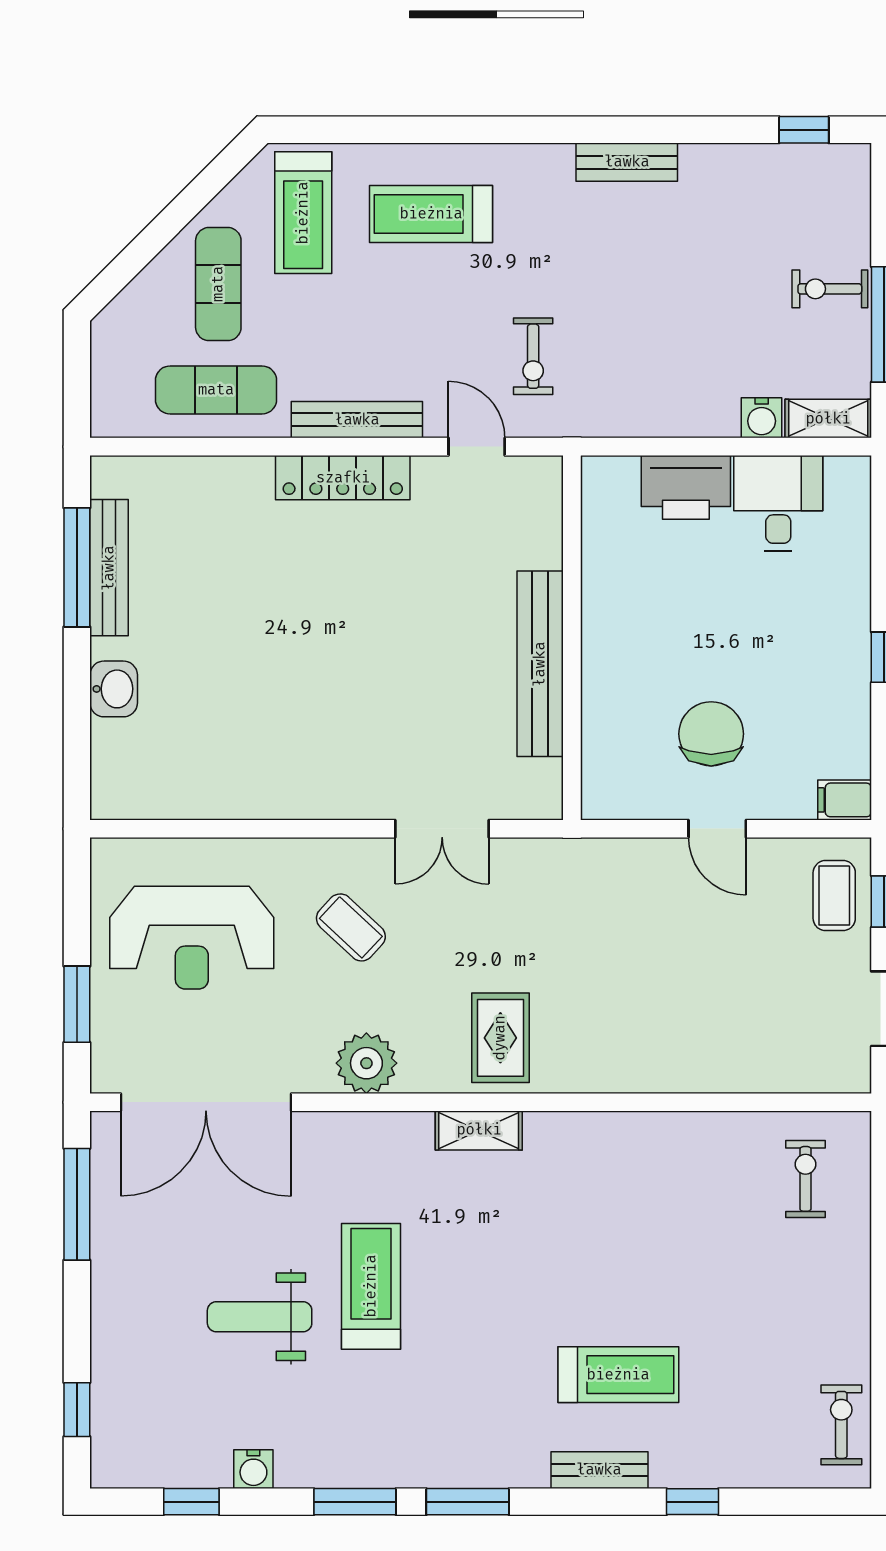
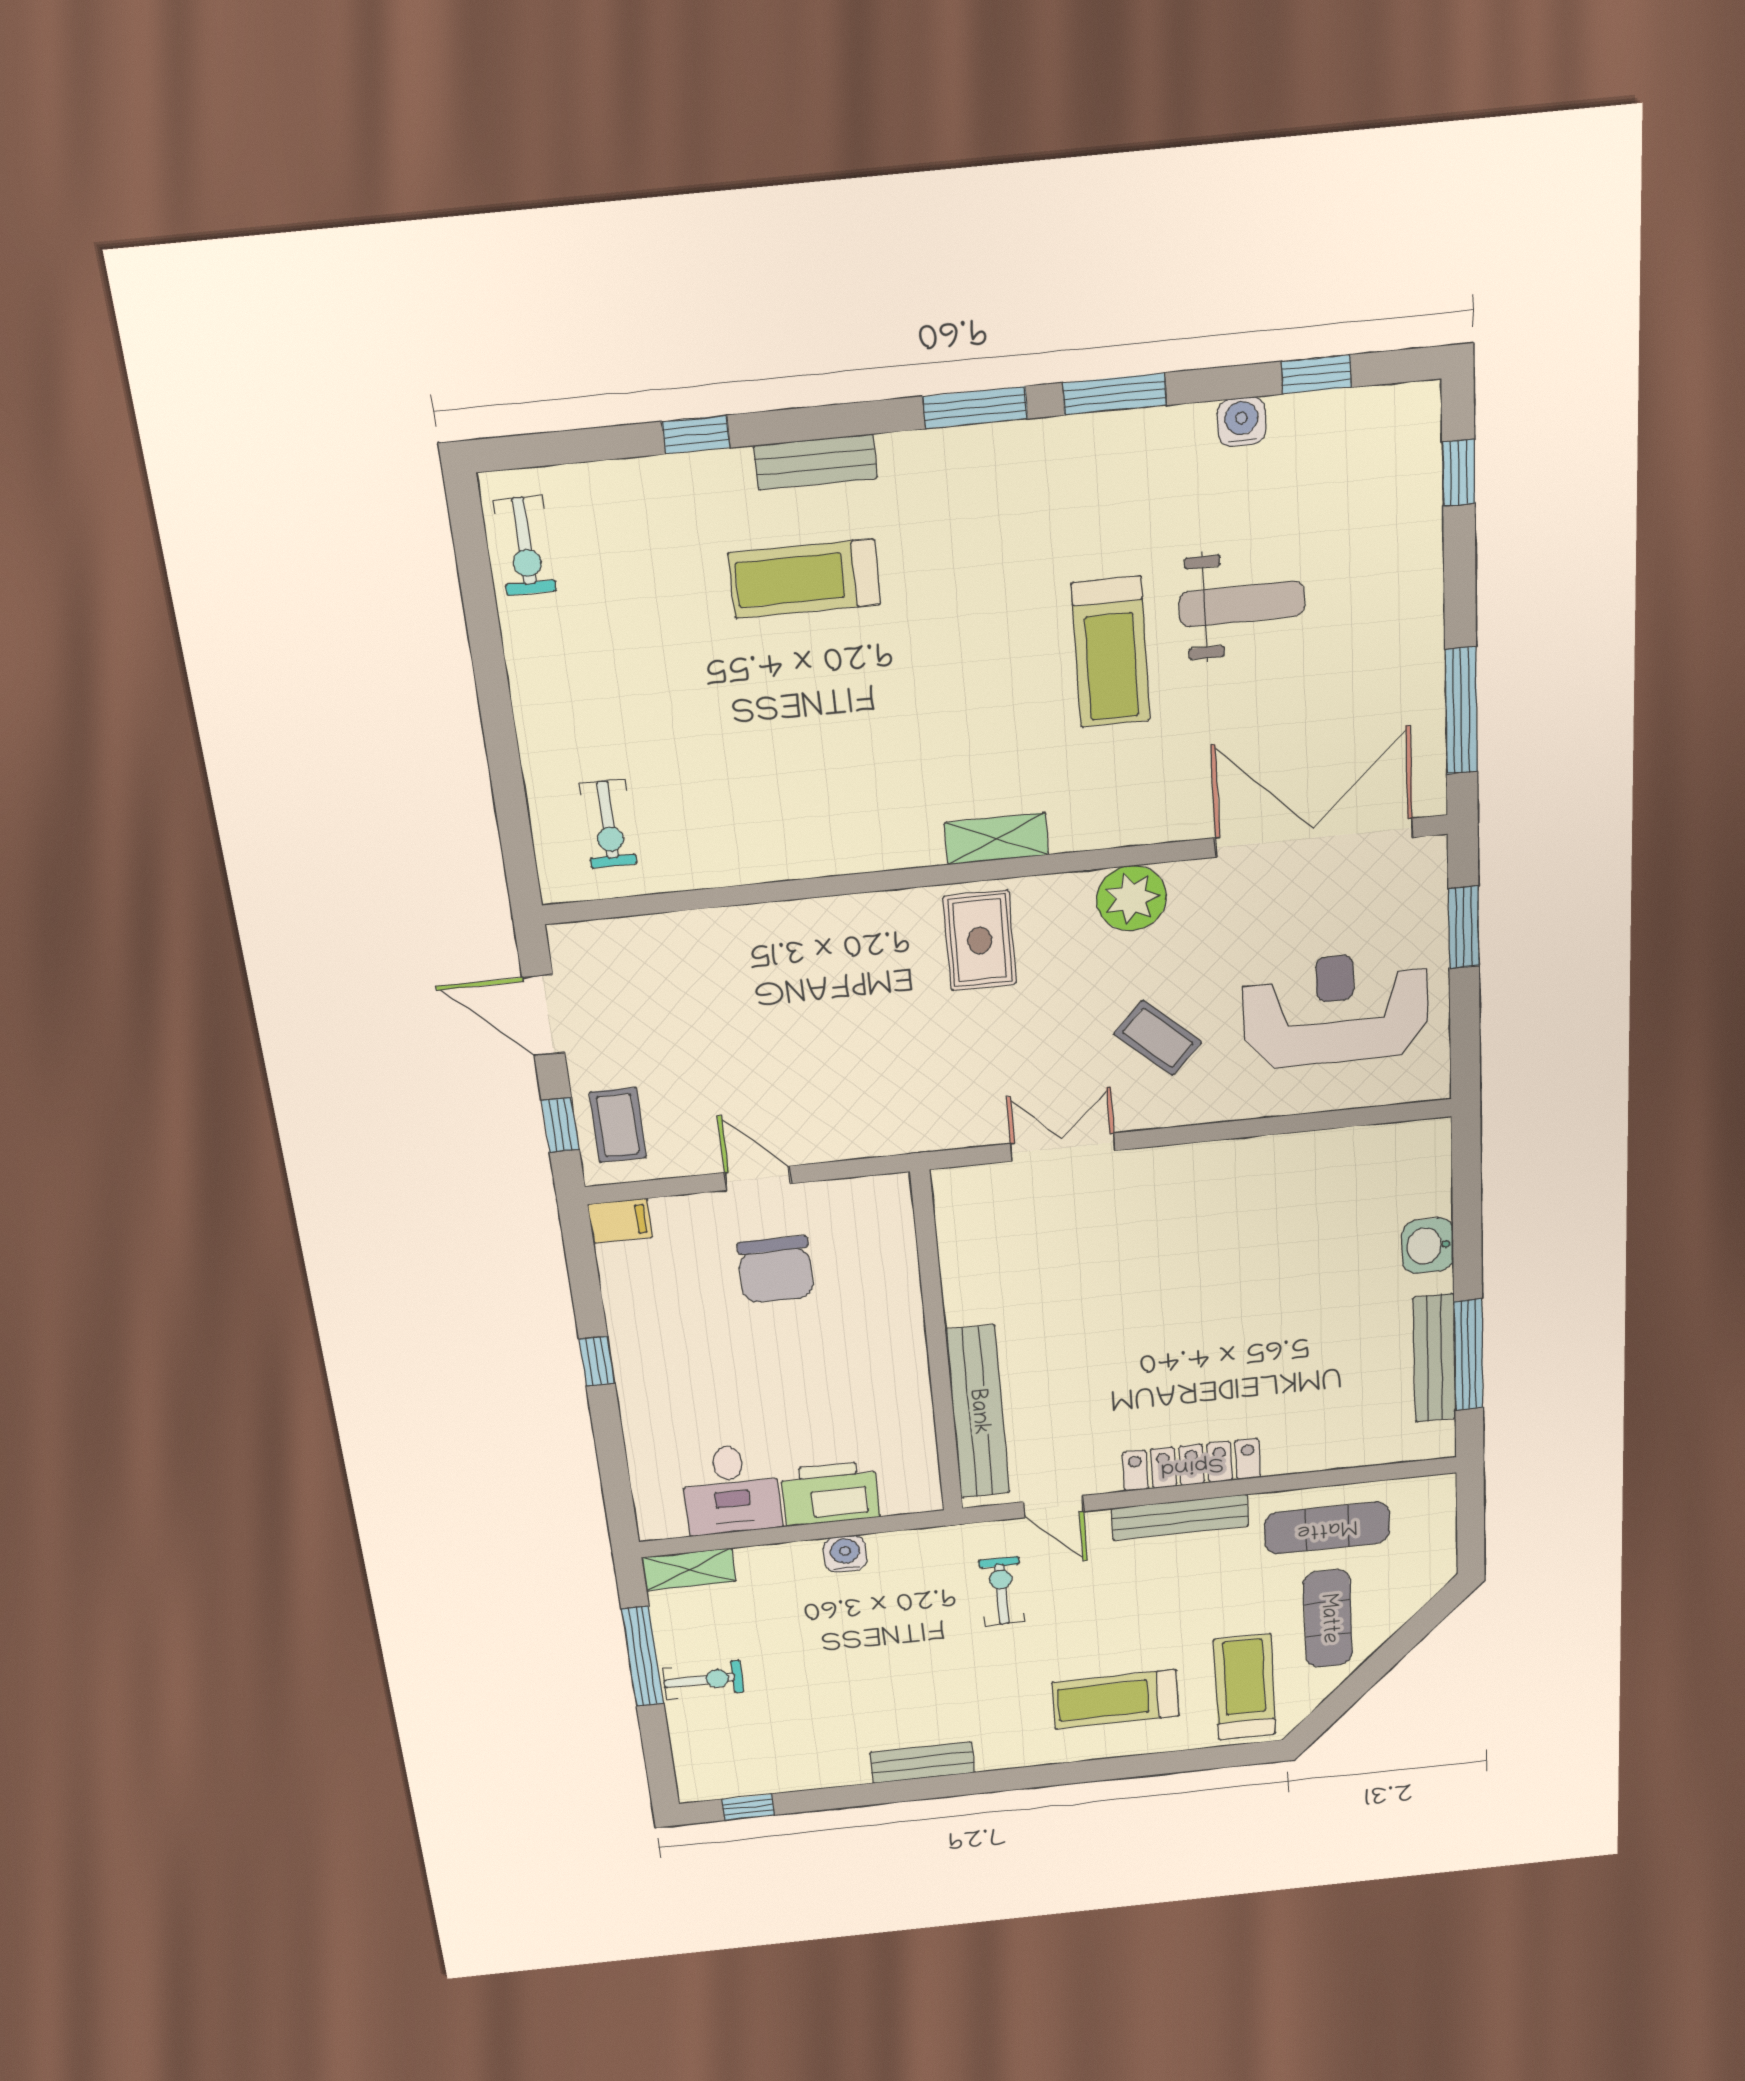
treadmill: (431, 214) -> (1116, 1699), turned 180
water cooler: (762, 418) -> (845, 1554), moved
bench: (540, 664) -> (978, 1412), moved

